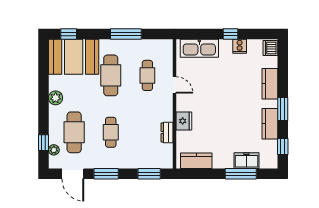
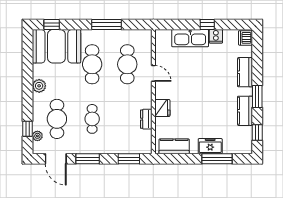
kitchen sink: (199, 48) -> (190, 38), moved
cafe table: (147, 75) -> (127, 64), width x1.37, depth x1.35
freezer: (246, 161) -> (210, 146), moved

